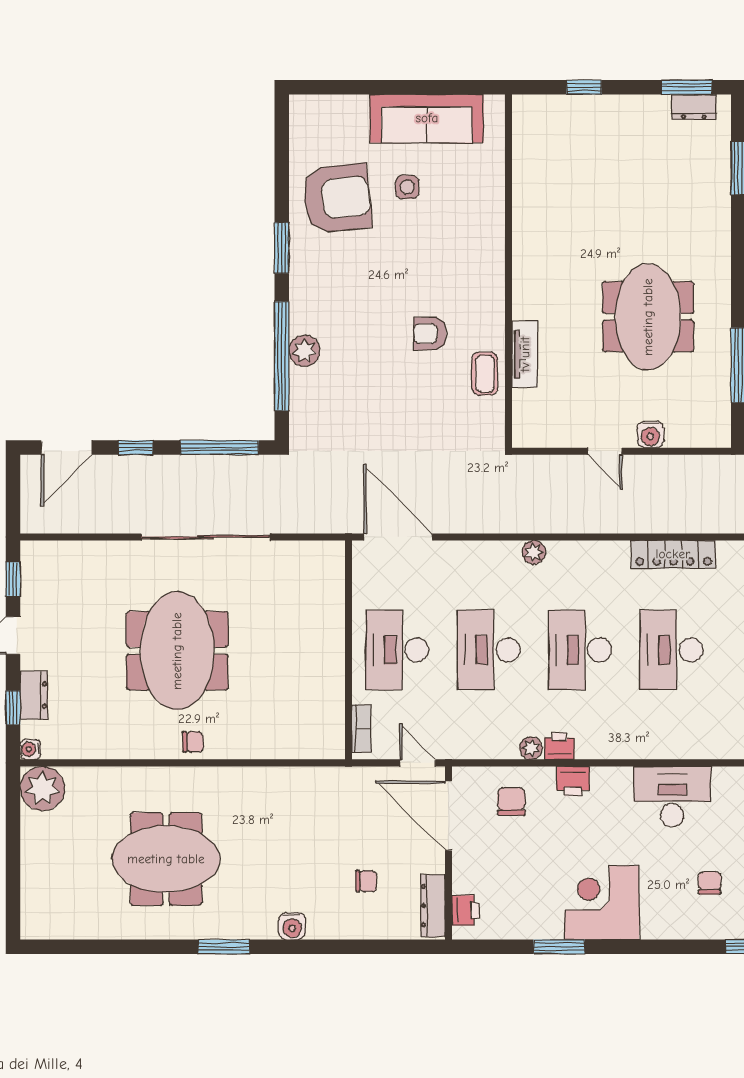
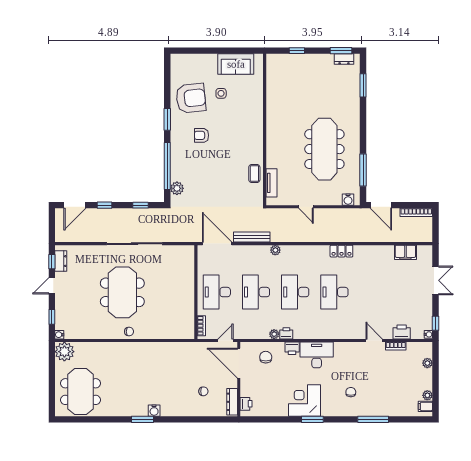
sofa: (427, 118) -> (236, 64), width x0.73
meeting table: (648, 317) -> (324, 149), width x1.36
armchair: (430, 334) -> (201, 135), moved
plant: (304, 351) -> (177, 188), moved
tv unit: (525, 354) -> (271, 183), moved
water cooler: (650, 434) -> (348, 200), moved
window: (219, 447) -> (140, 205), width x0.46
bench: (479, 522) -> (252, 237), added
locker: (673, 554) -> (341, 251), width x0.66
dresser: (34, 695) -> (61, 261), moved
door: (418, 763) -> (225, 341), hinge flipped
desk: (672, 797) -> (317, 355), moved
meeting table: (166, 859) -> (81, 392), moved, turned 90
water cooler: (292, 926) -> (154, 411), moved
window: (559, 947) -> (312, 419), moved

